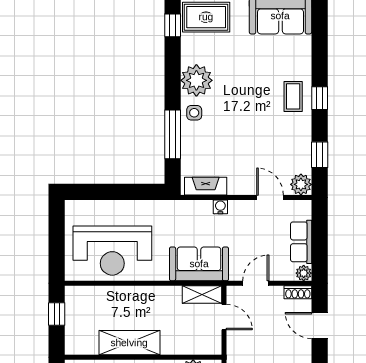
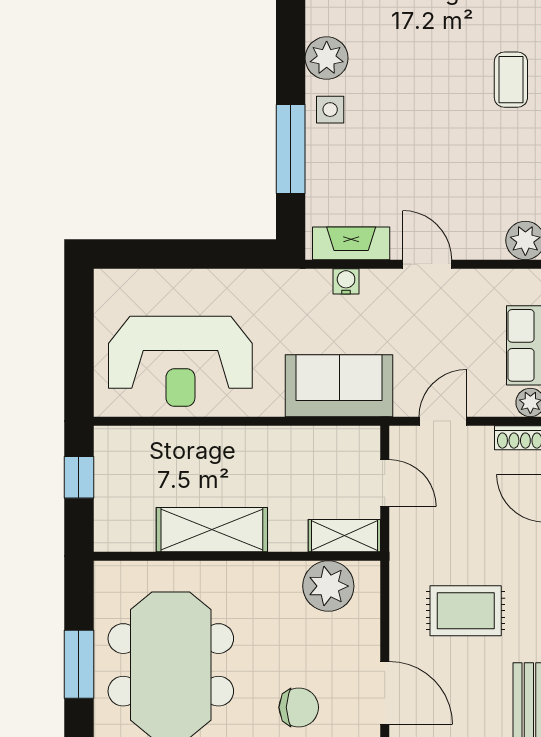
plant: (196, 80) -> (327, 58), width x0.73, depth x0.73
door: (270, 197) -> (427, 264), moved
water cooler: (220, 207) -> (346, 281), moved
shelving: (202, 295) -> (344, 536), moved

